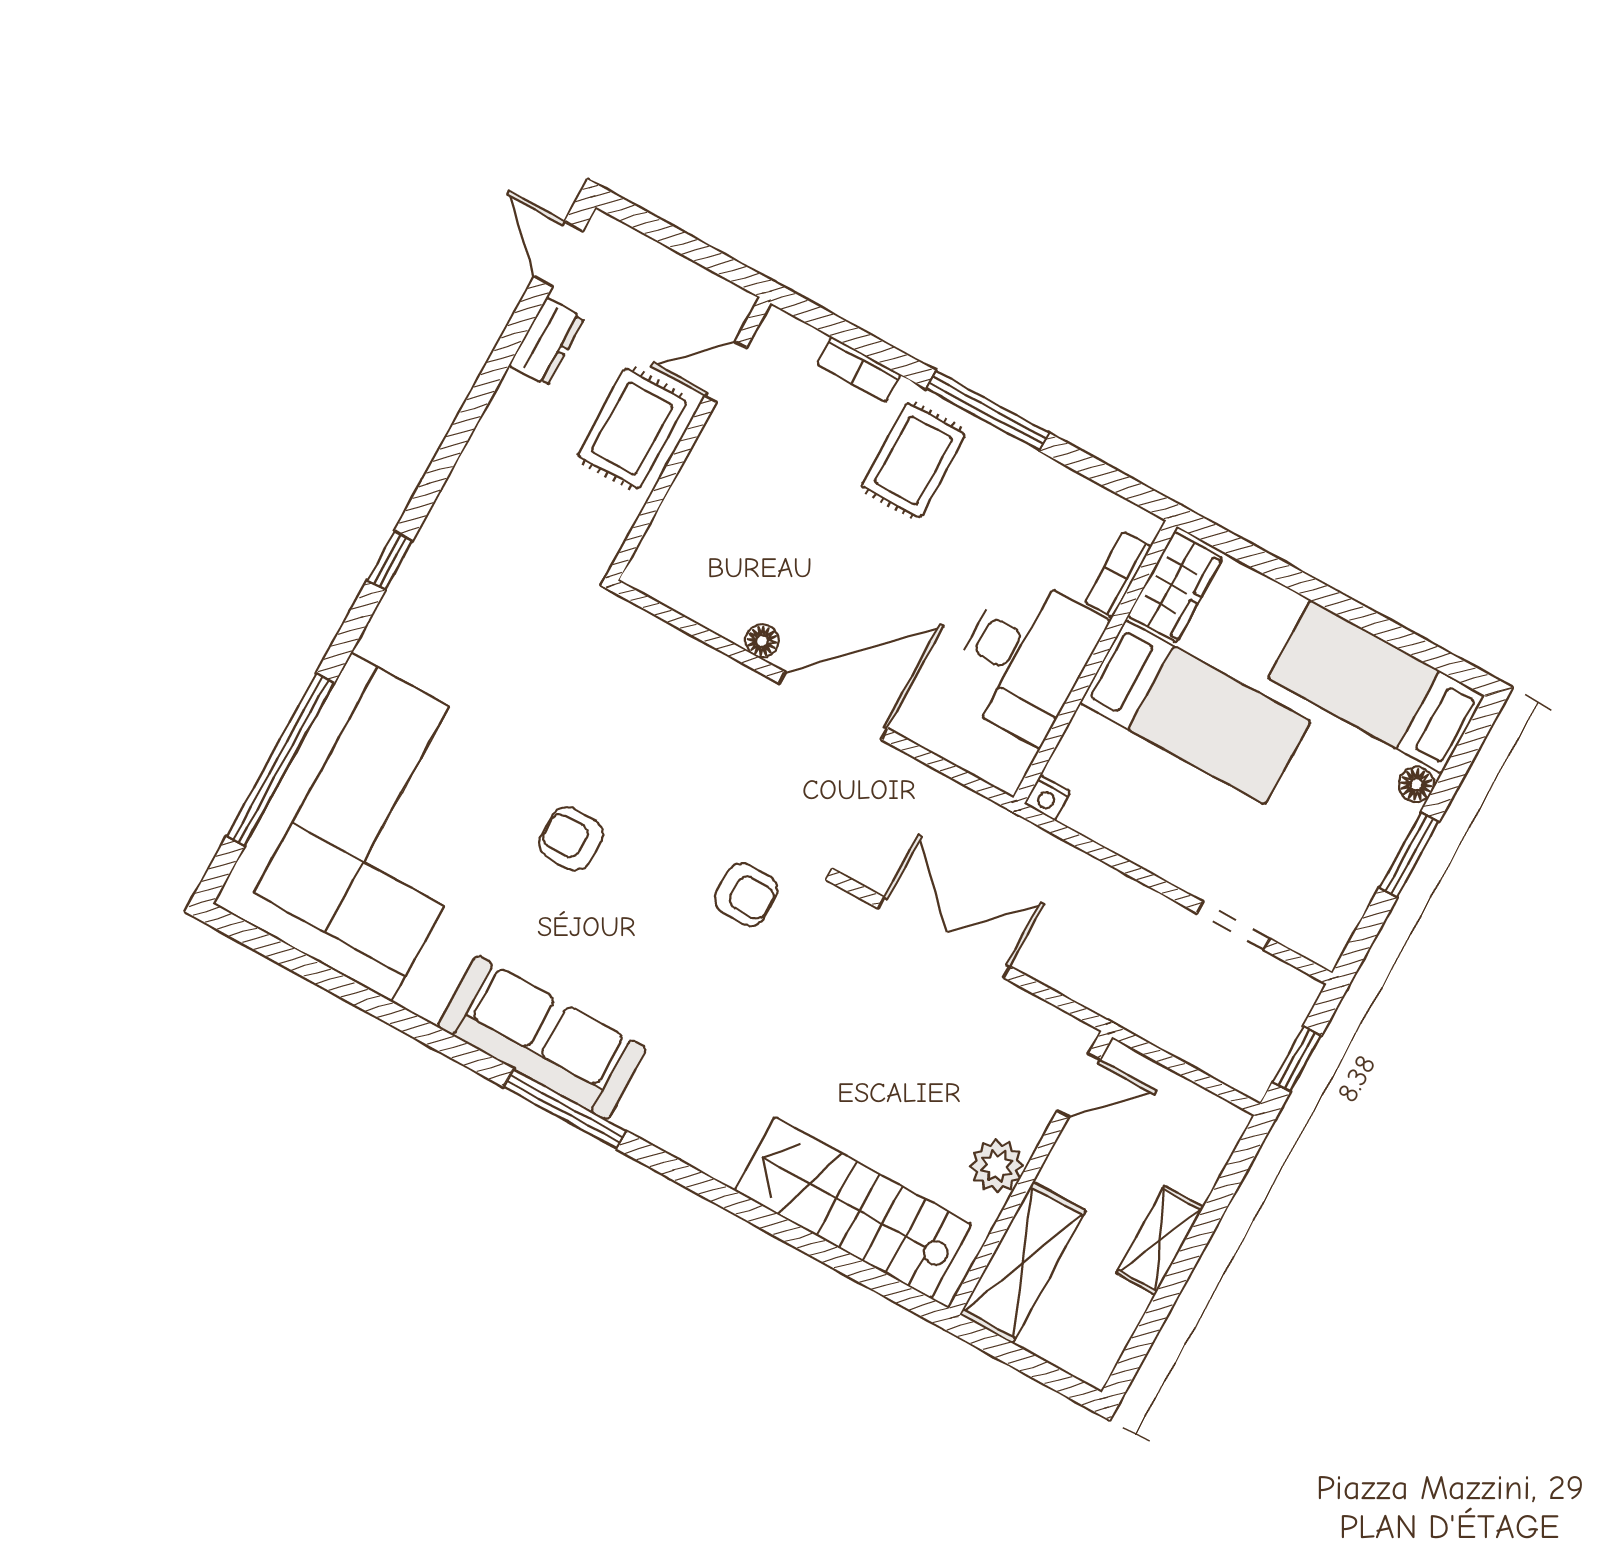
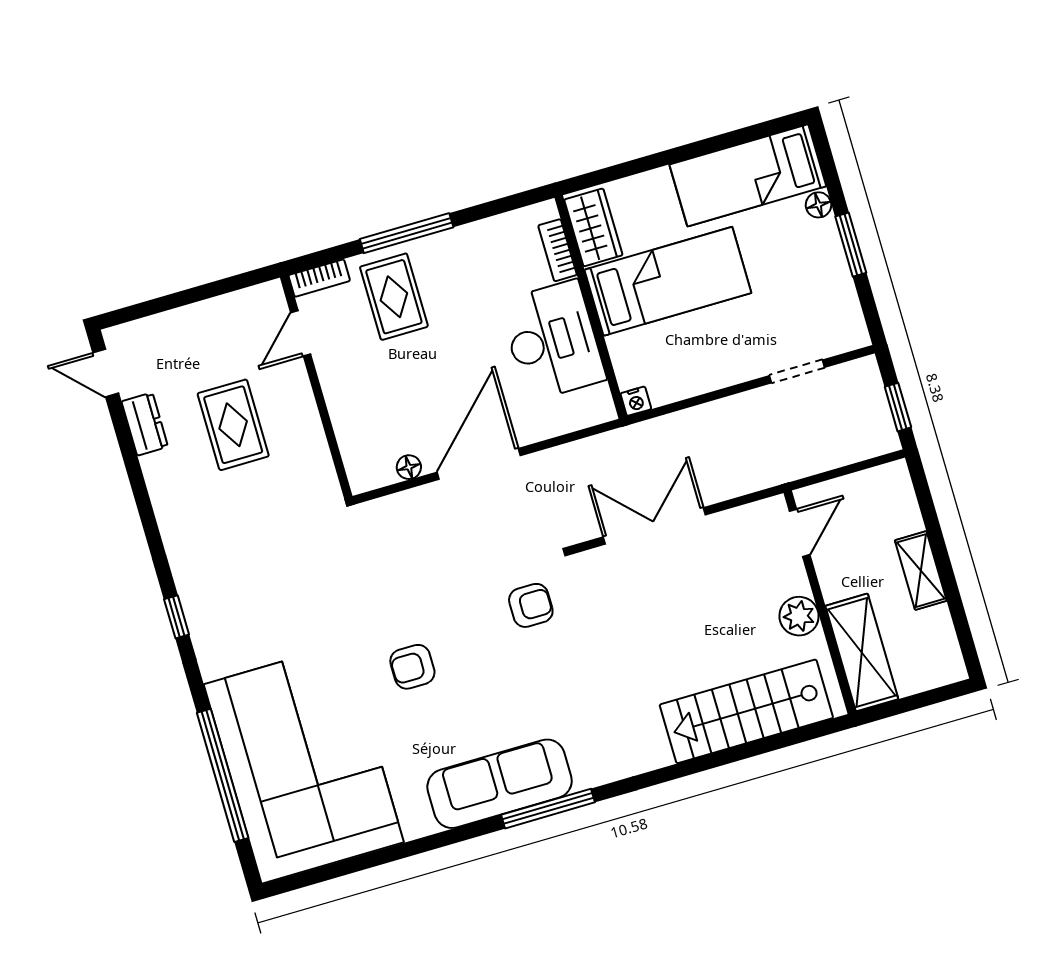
door: (726, 372) -> (301, 333), moved
wall: (689, 439) -> (316, 387), moved

